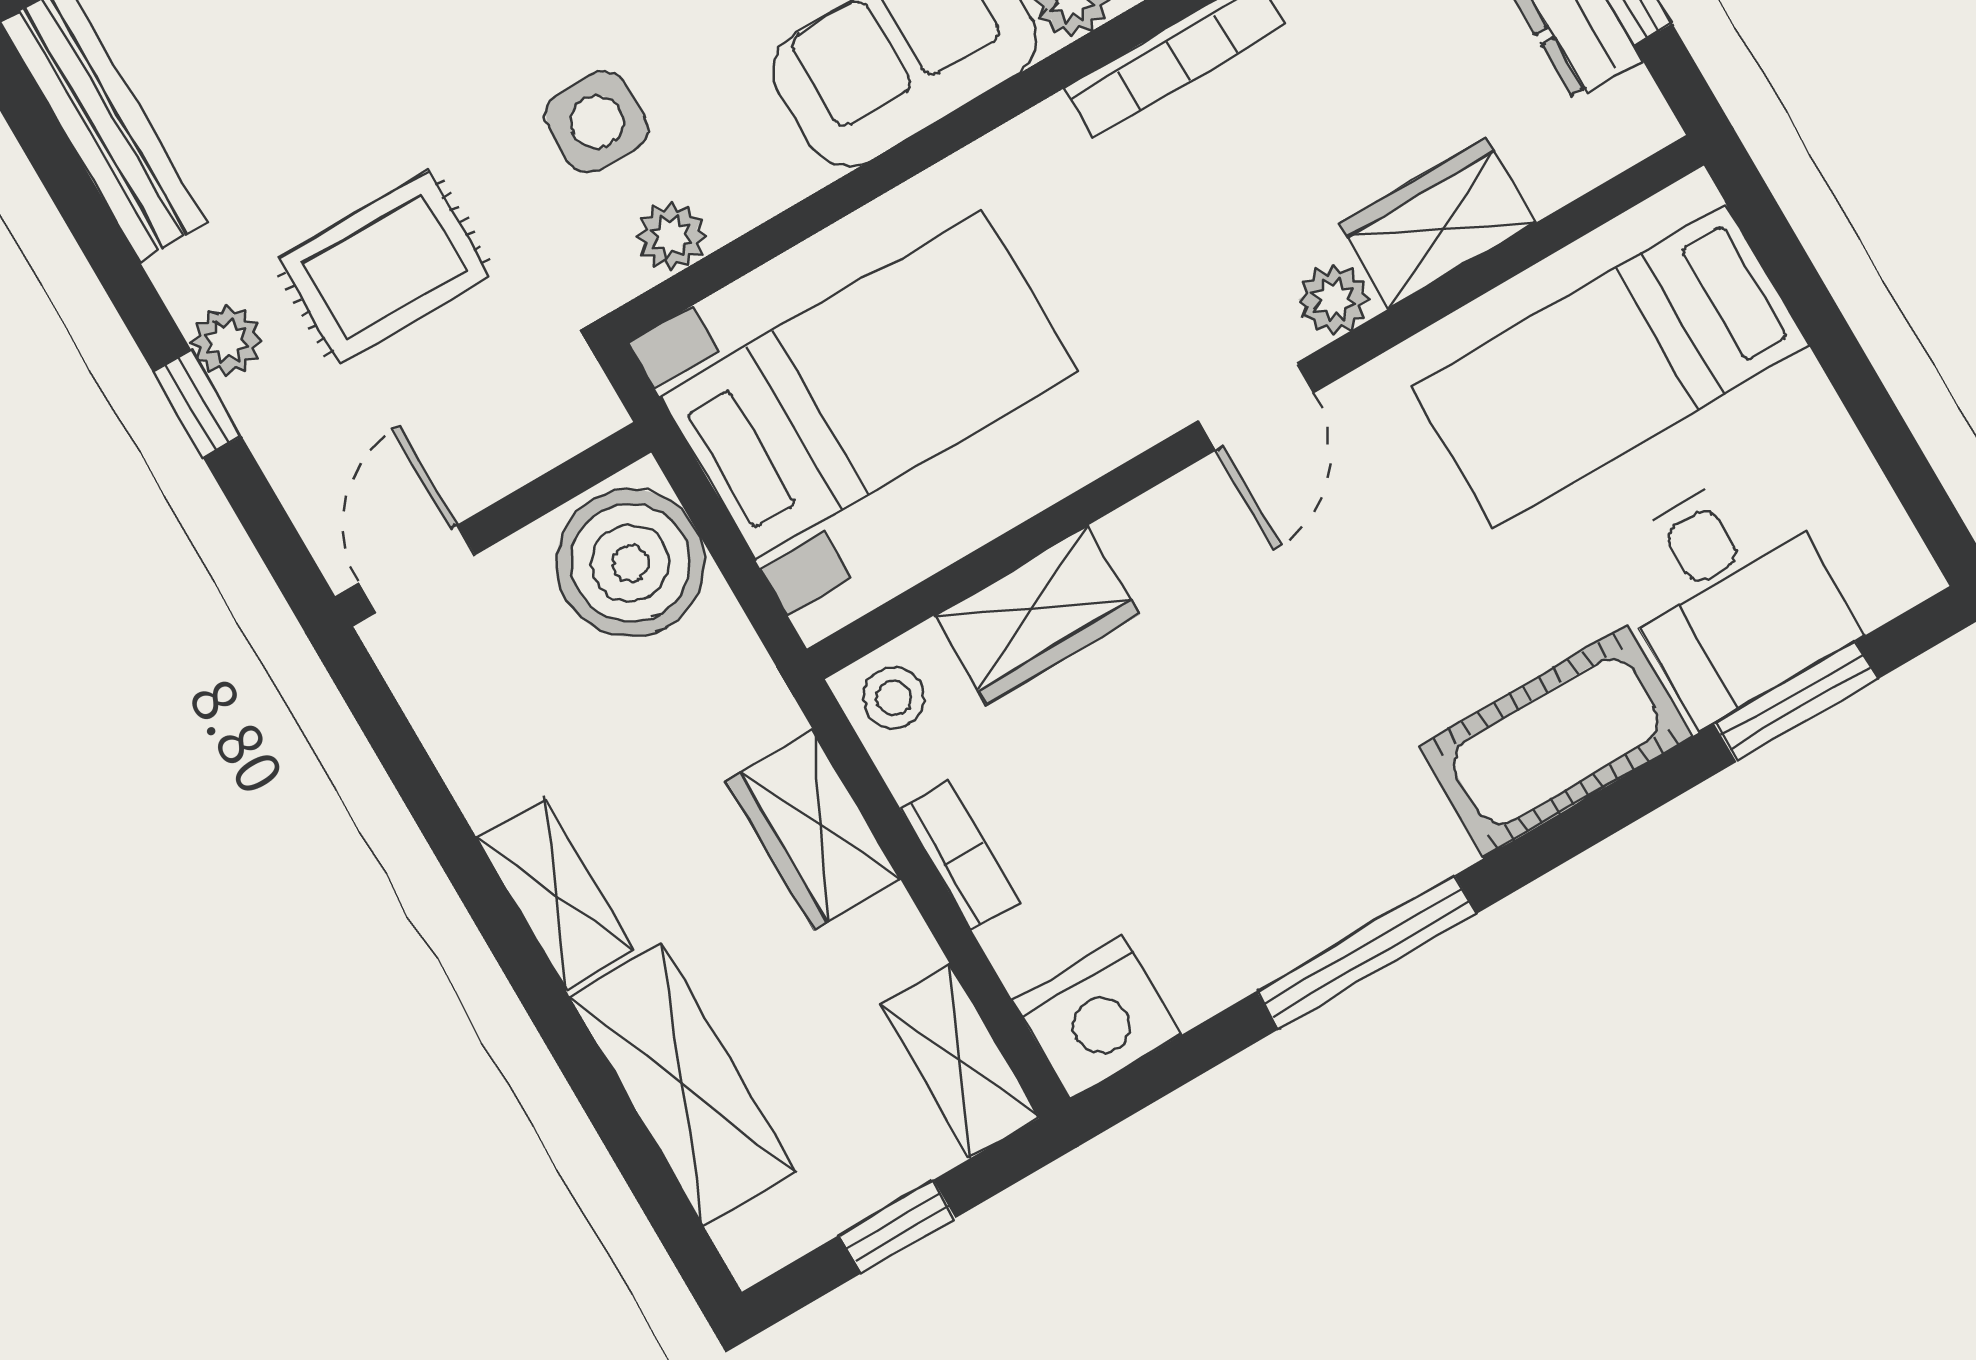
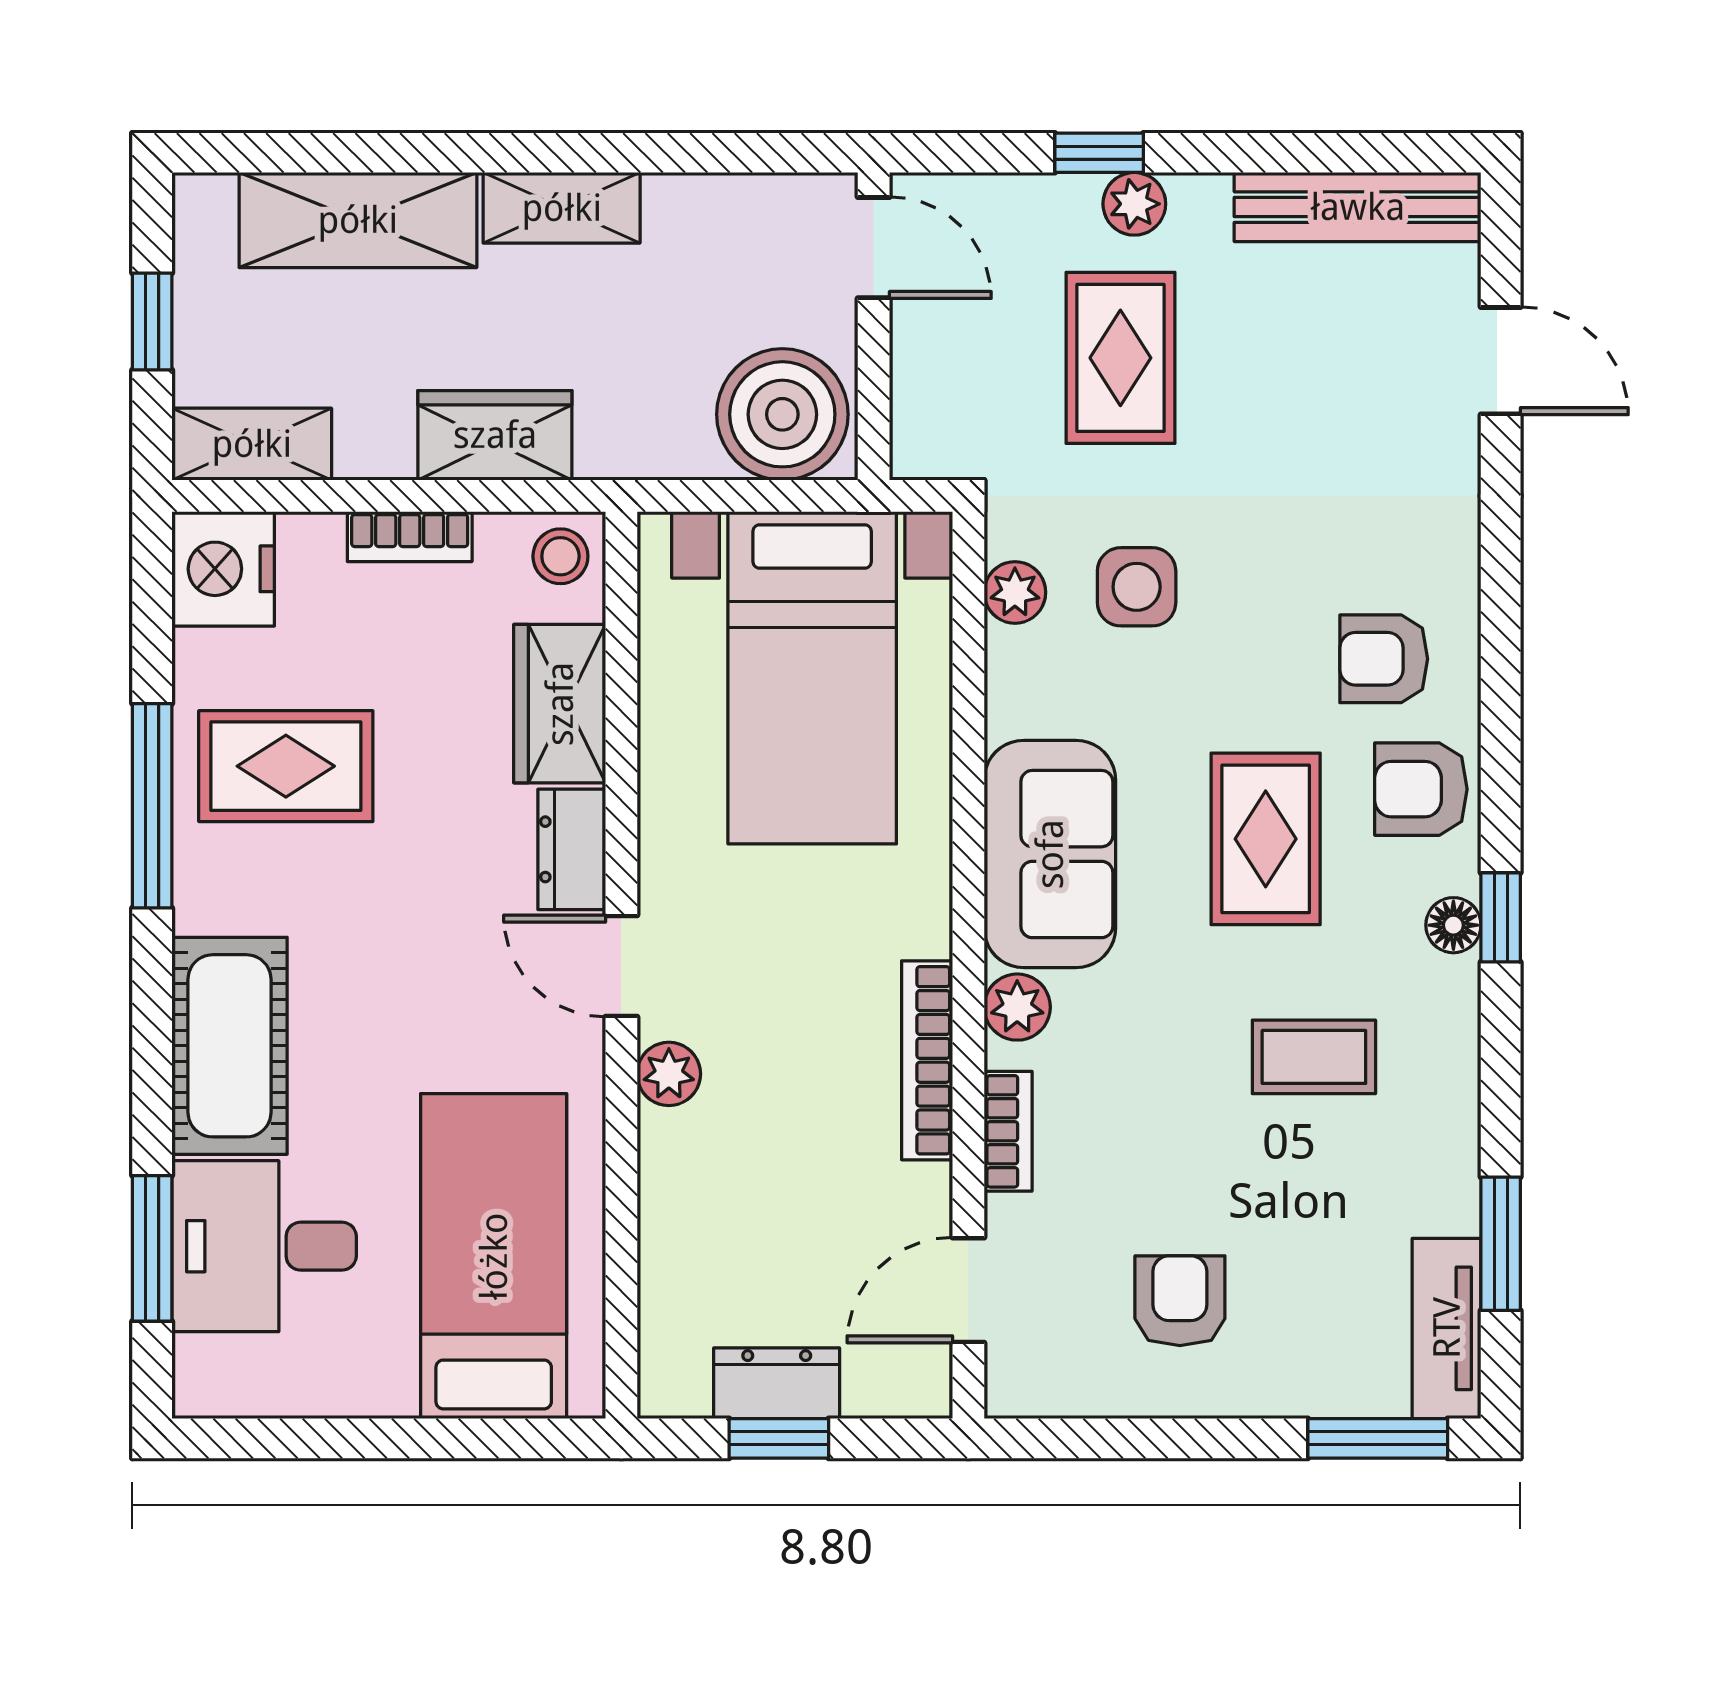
wardrobe: (1437, 223) -> (681, 1188), removed
dresser: (1171, 521) -> (572, 849), added
rug: (1252, 845) -> (286, 766), added

